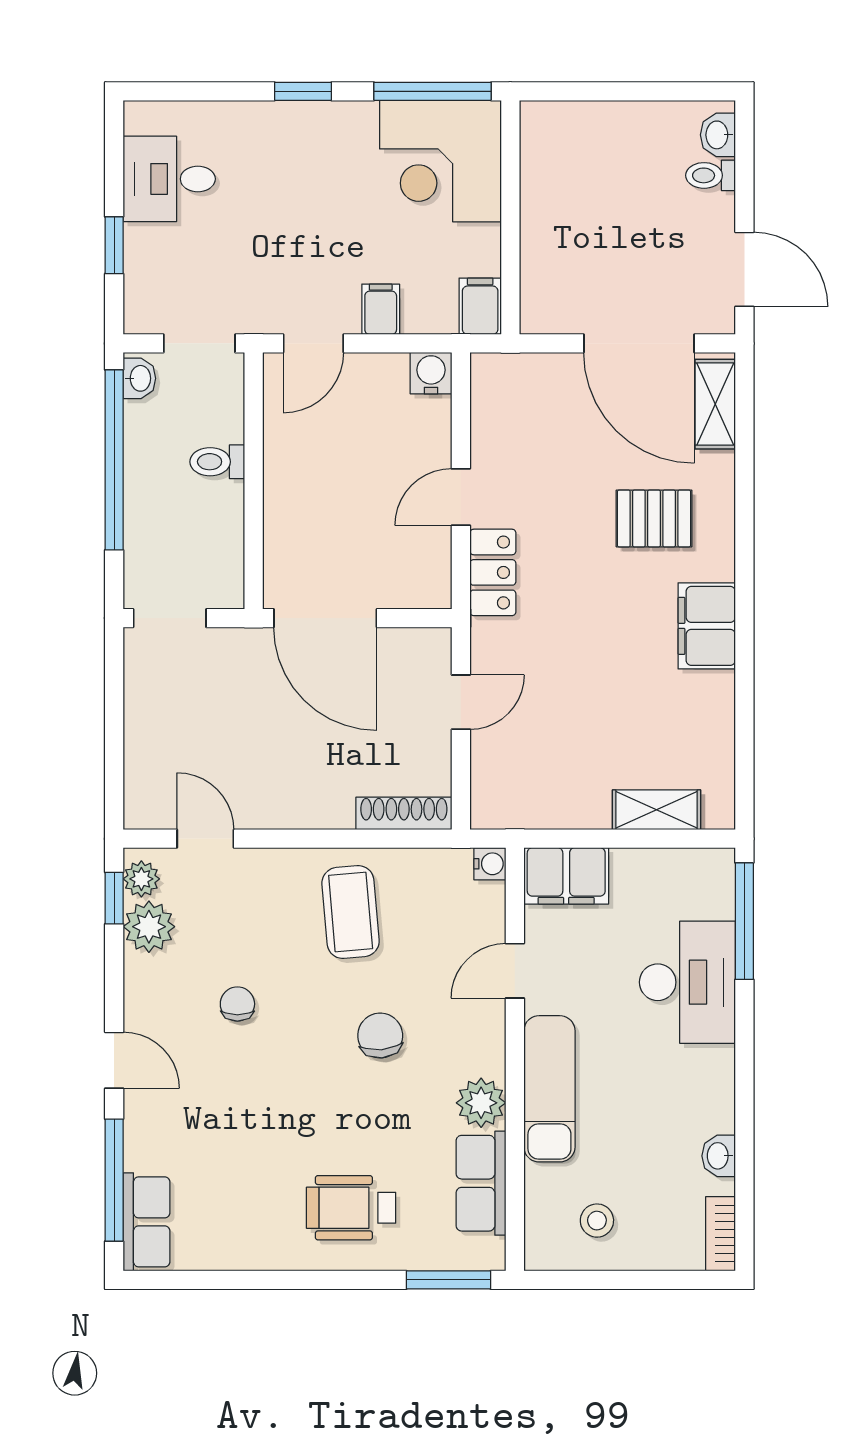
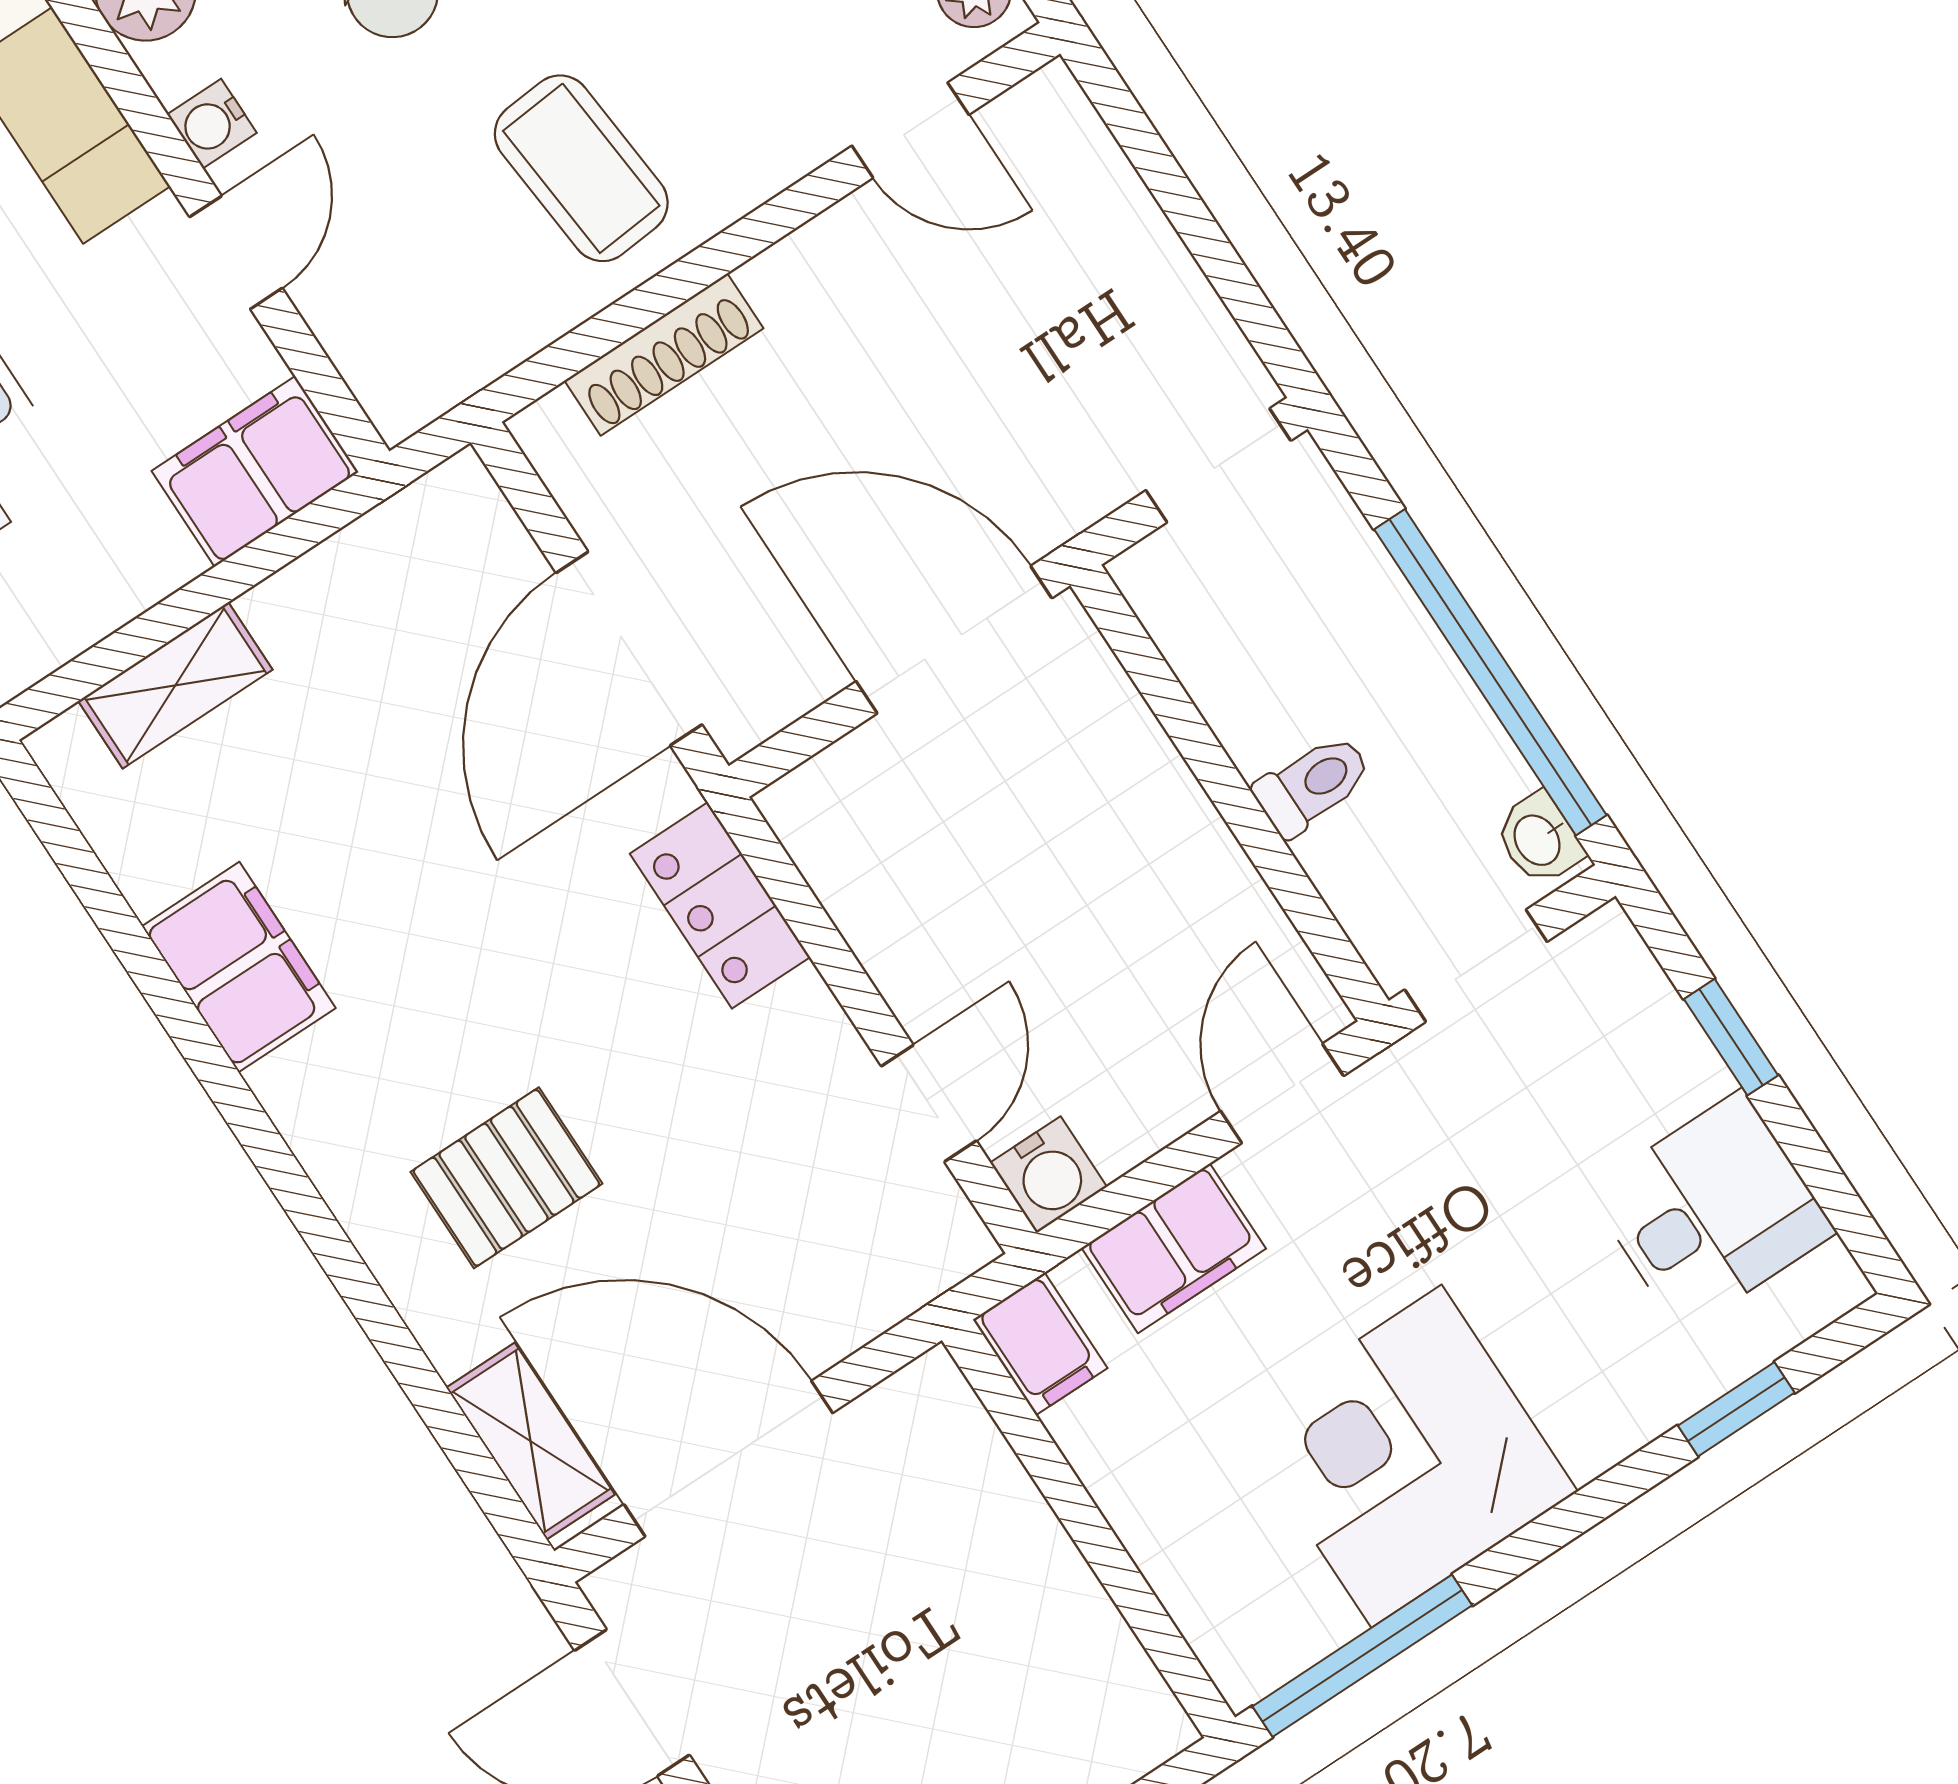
window: (303, 91) -> (1736, 1409), moved
corner desk: (440, 161) -> (1406, 1456), moved, turned -90
filing cabinet: (381, 309) -> (1174, 1248), width x2.00
door: (461, 497) -> (929, 1103), moved
filing cabinet: (707, 626) -> (239, 967), moved
door: (461, 702) -> (629, 649), width x1.88
shoe rack: (404, 813) -> (664, 354), moved
water cooler: (490, 864) -> (212, 124), moved

